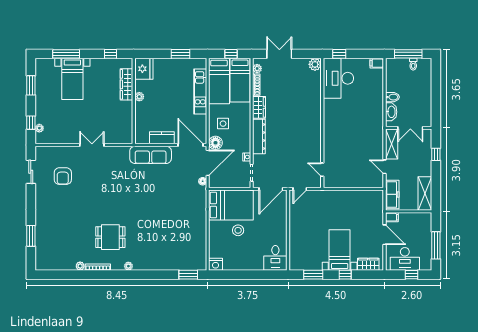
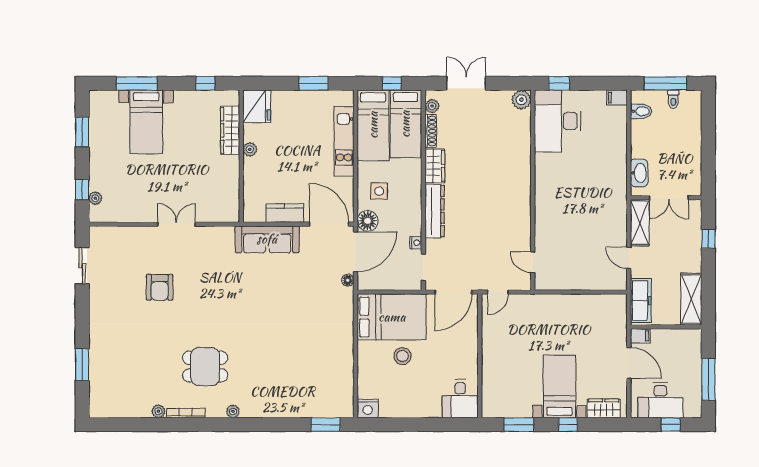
bidet: (392, 97) -> (641, 111), moved
armchair: (63, 176) -> (160, 287), moved

